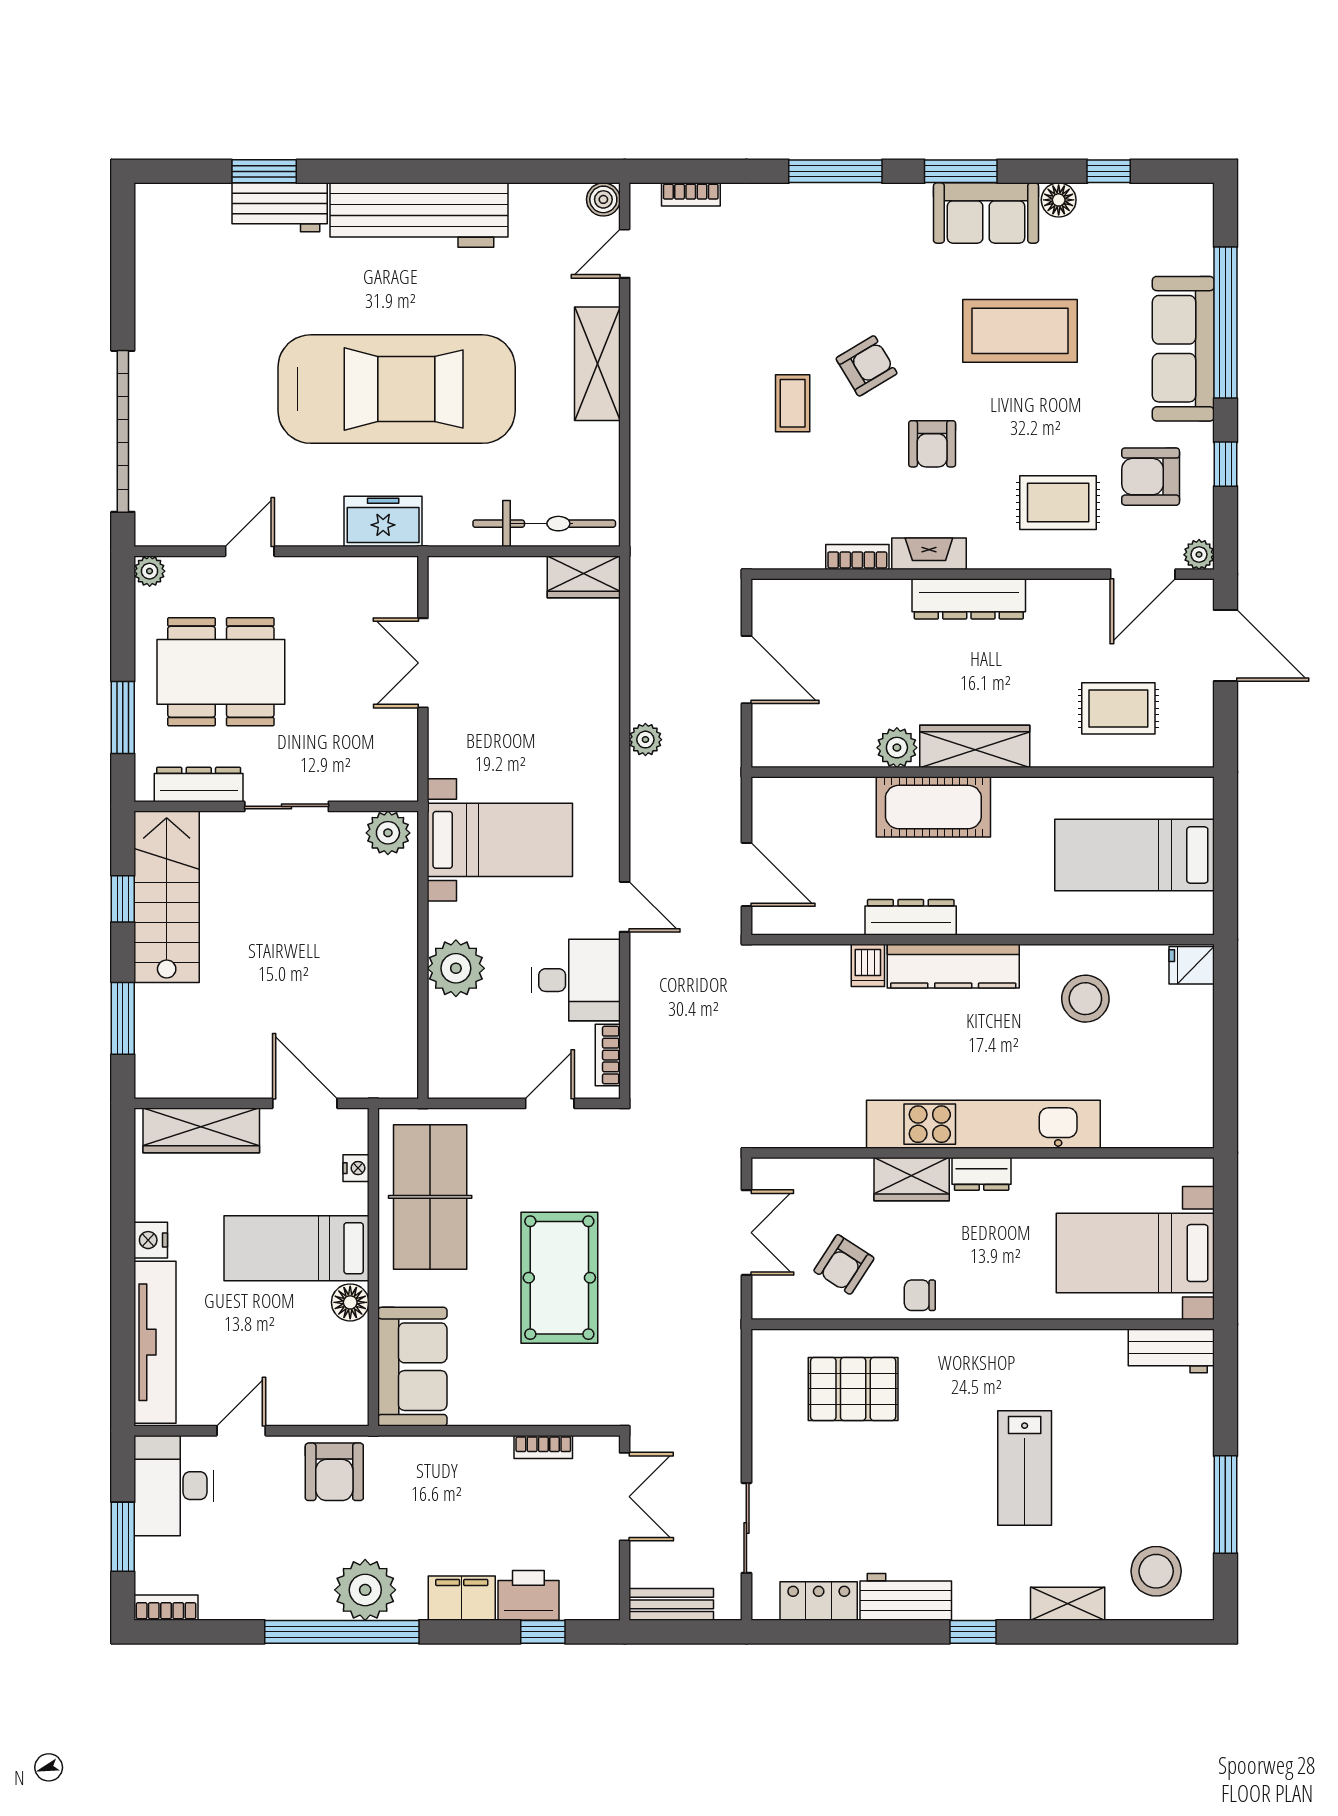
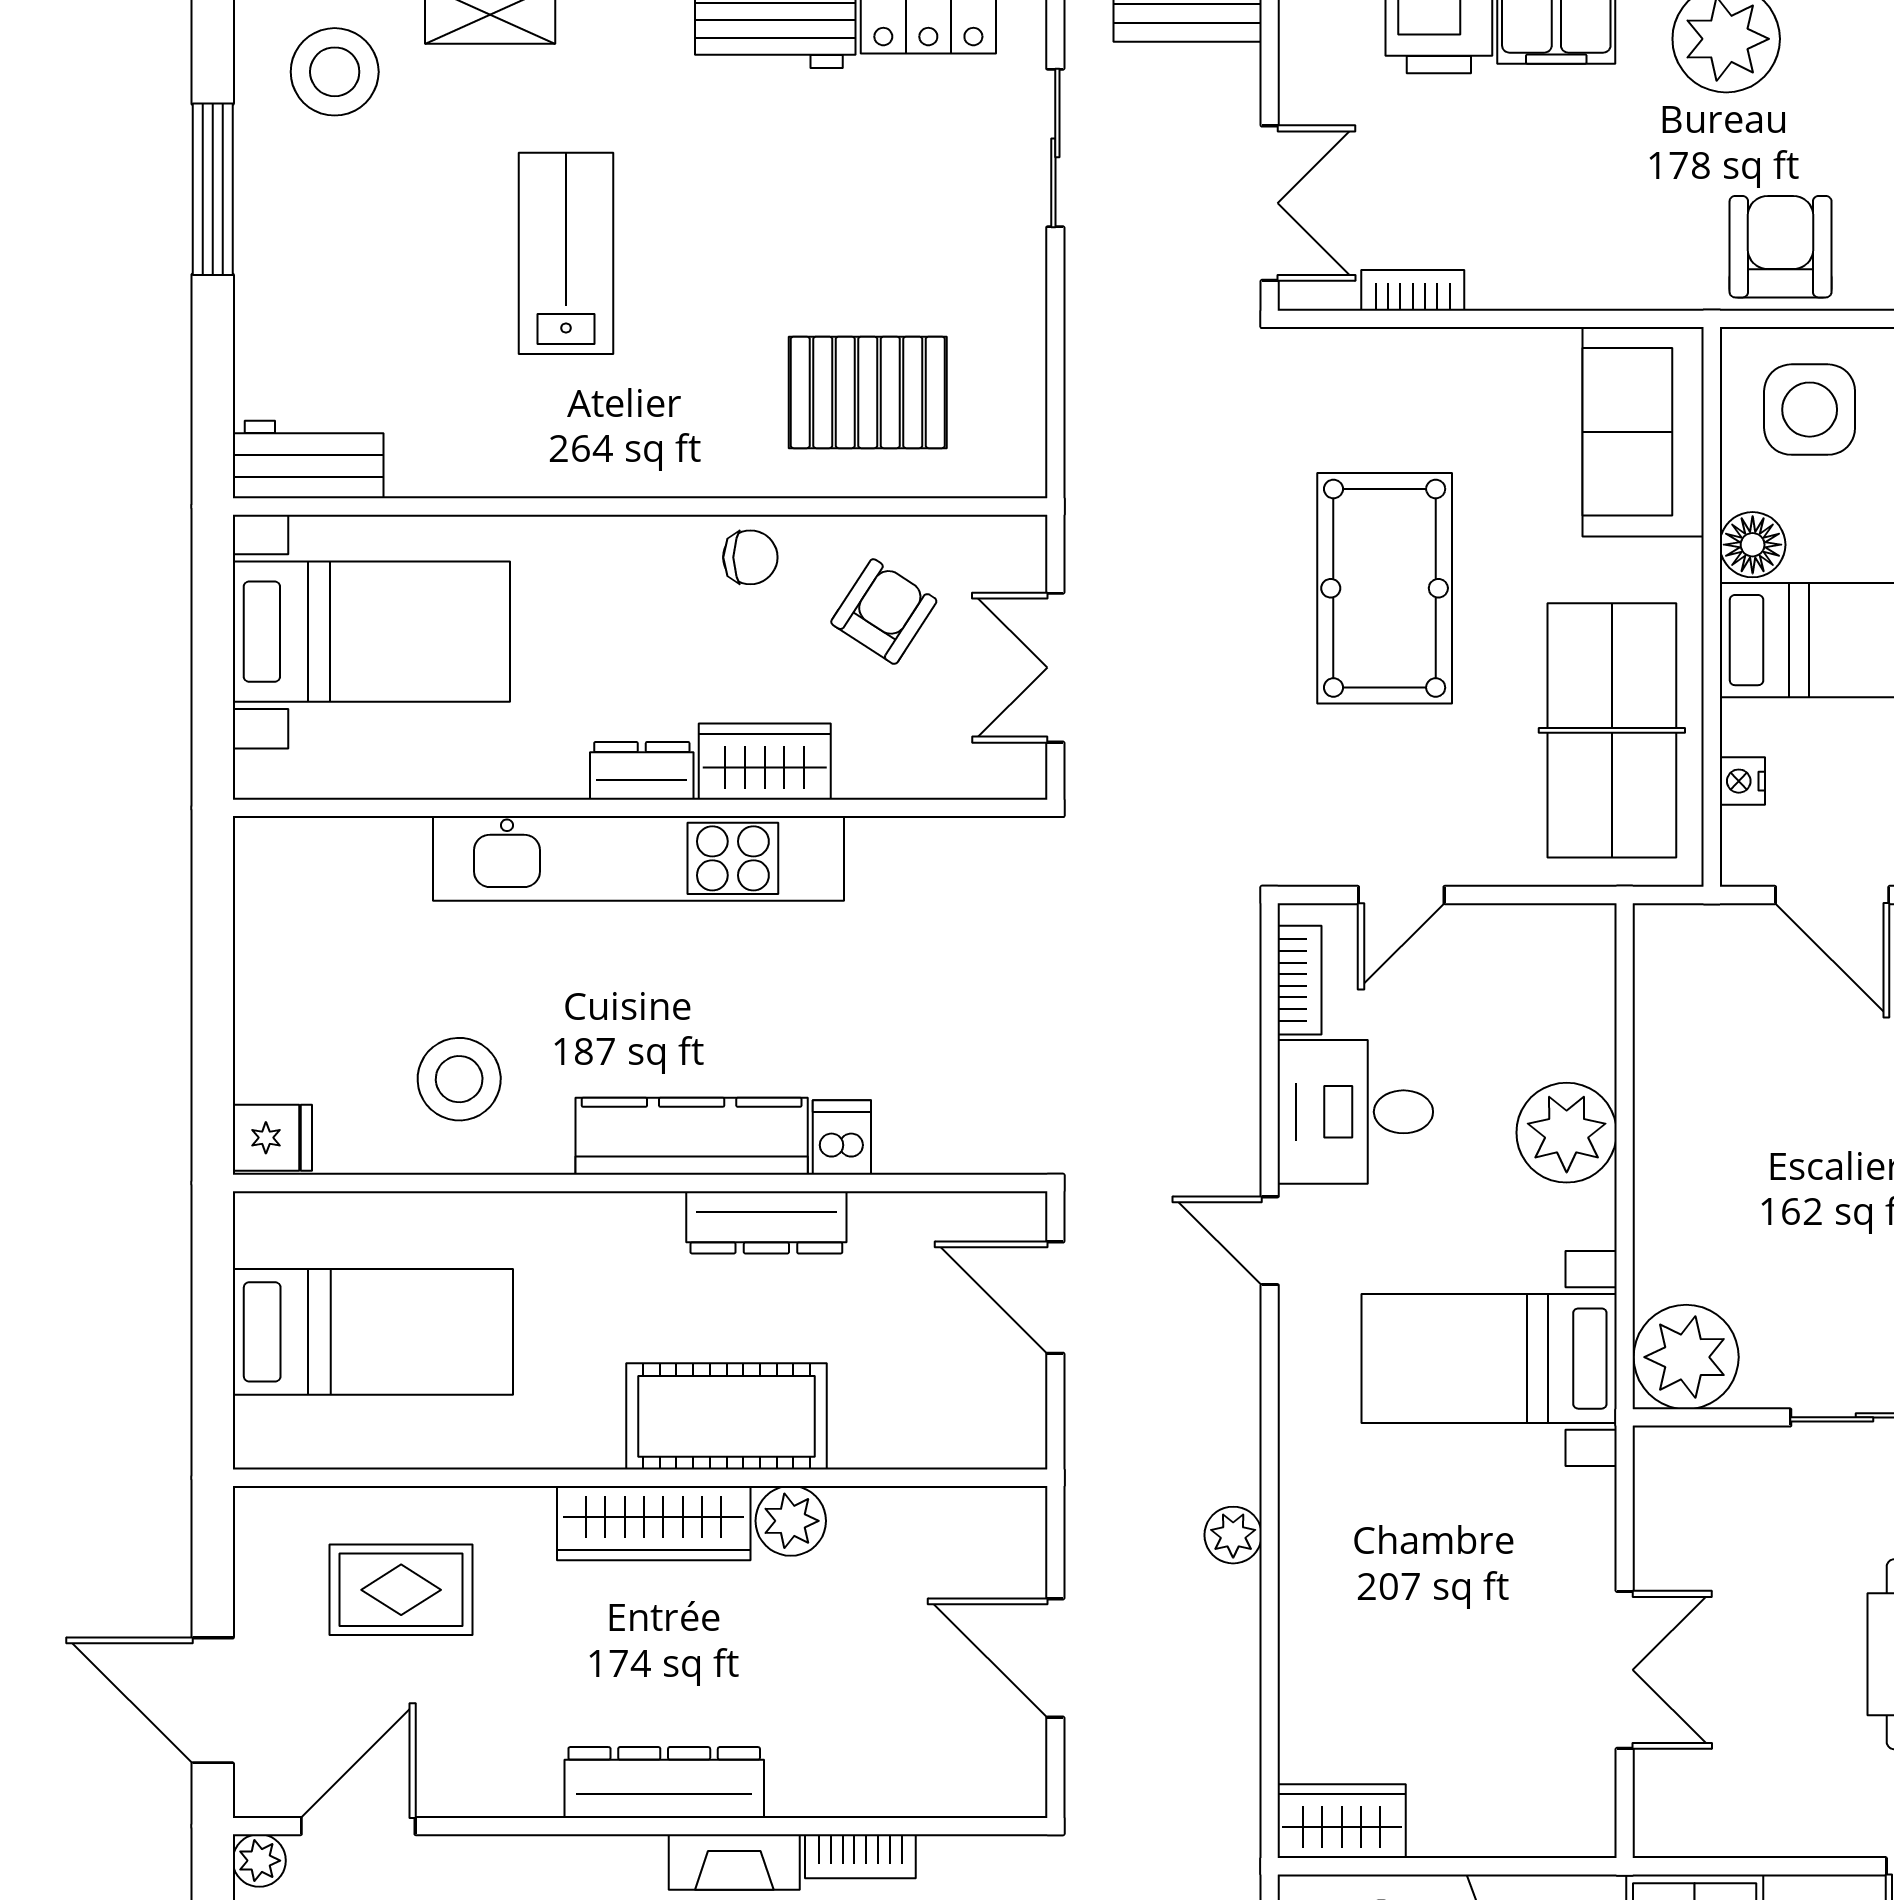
plant: (388, 833) -> (1686, 1357), width x1.36, depth x1.36
side table: (318, 1379) -> (1810, 410), added
double door: (625, 1497) -> (1270, 203), swing flipped

